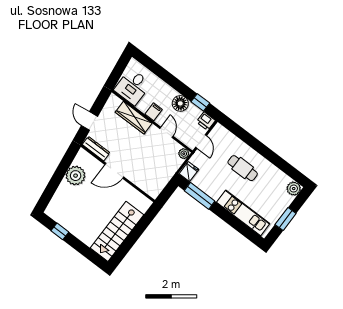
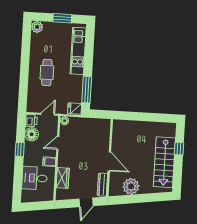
desk: (133, 87) -> (35, 178), moved, turned 180
window: (200, 102) -> (20, 149), moved
floor lamp: (180, 103) -> (32, 134), moved
wardrobe: (134, 118) -> (63, 178), width x0.67
window: (60, 231) -> (179, 149), moved
stairs: (117, 231) -> (164, 162), moved, turned 90

